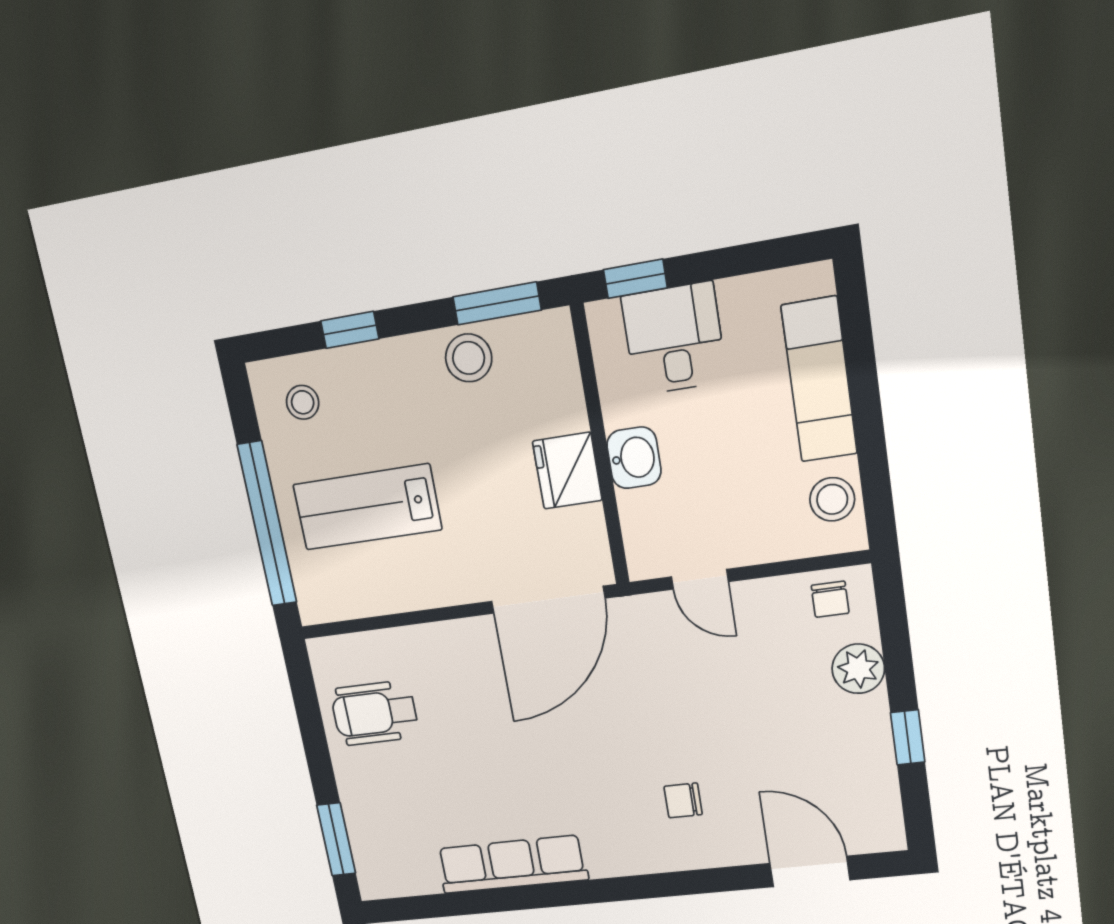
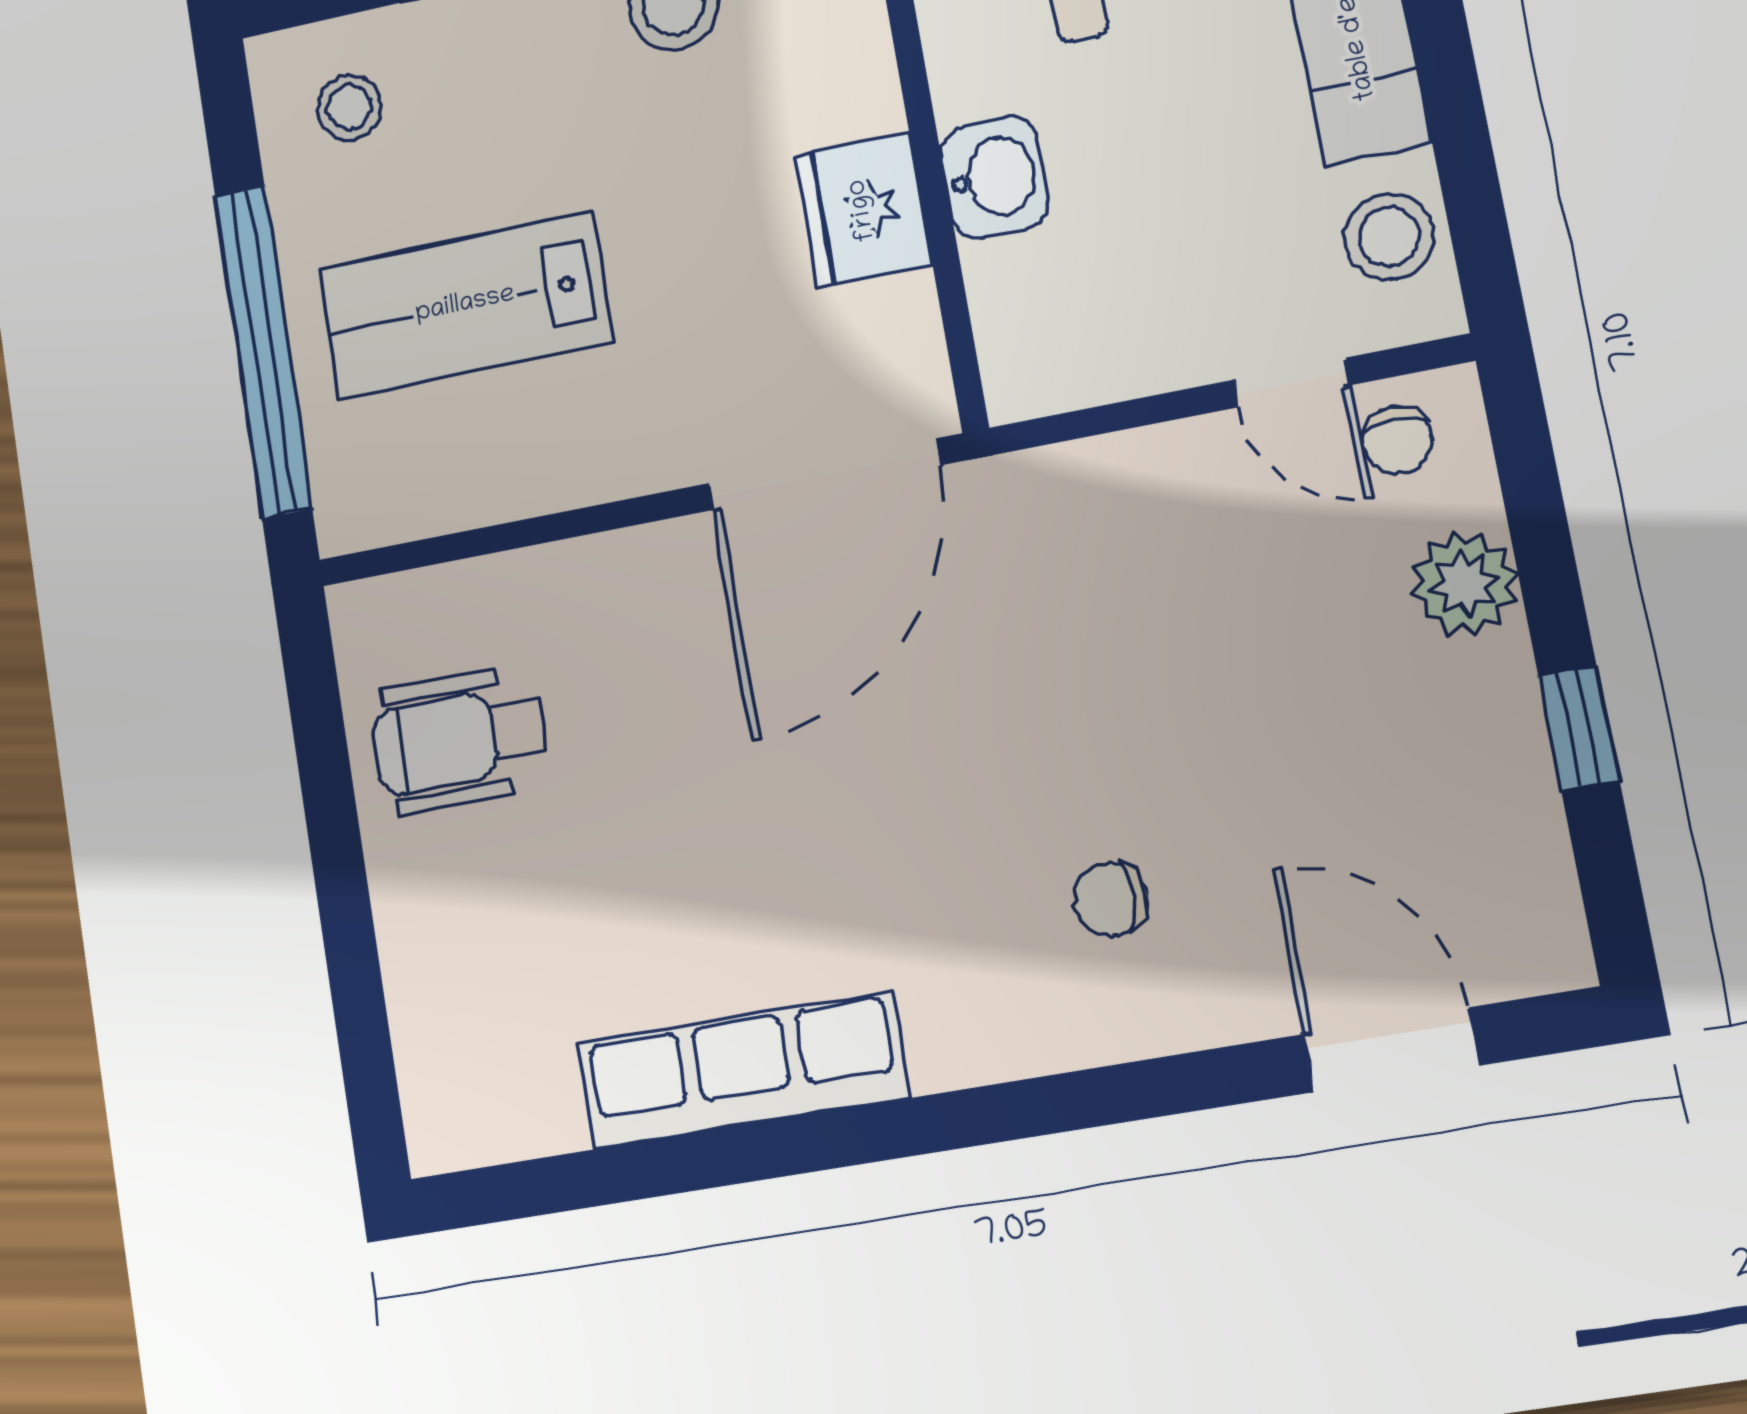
door: (700, 579) -> (1292, 382), moved
window: (336, 839) -> (363, 1034), removed

